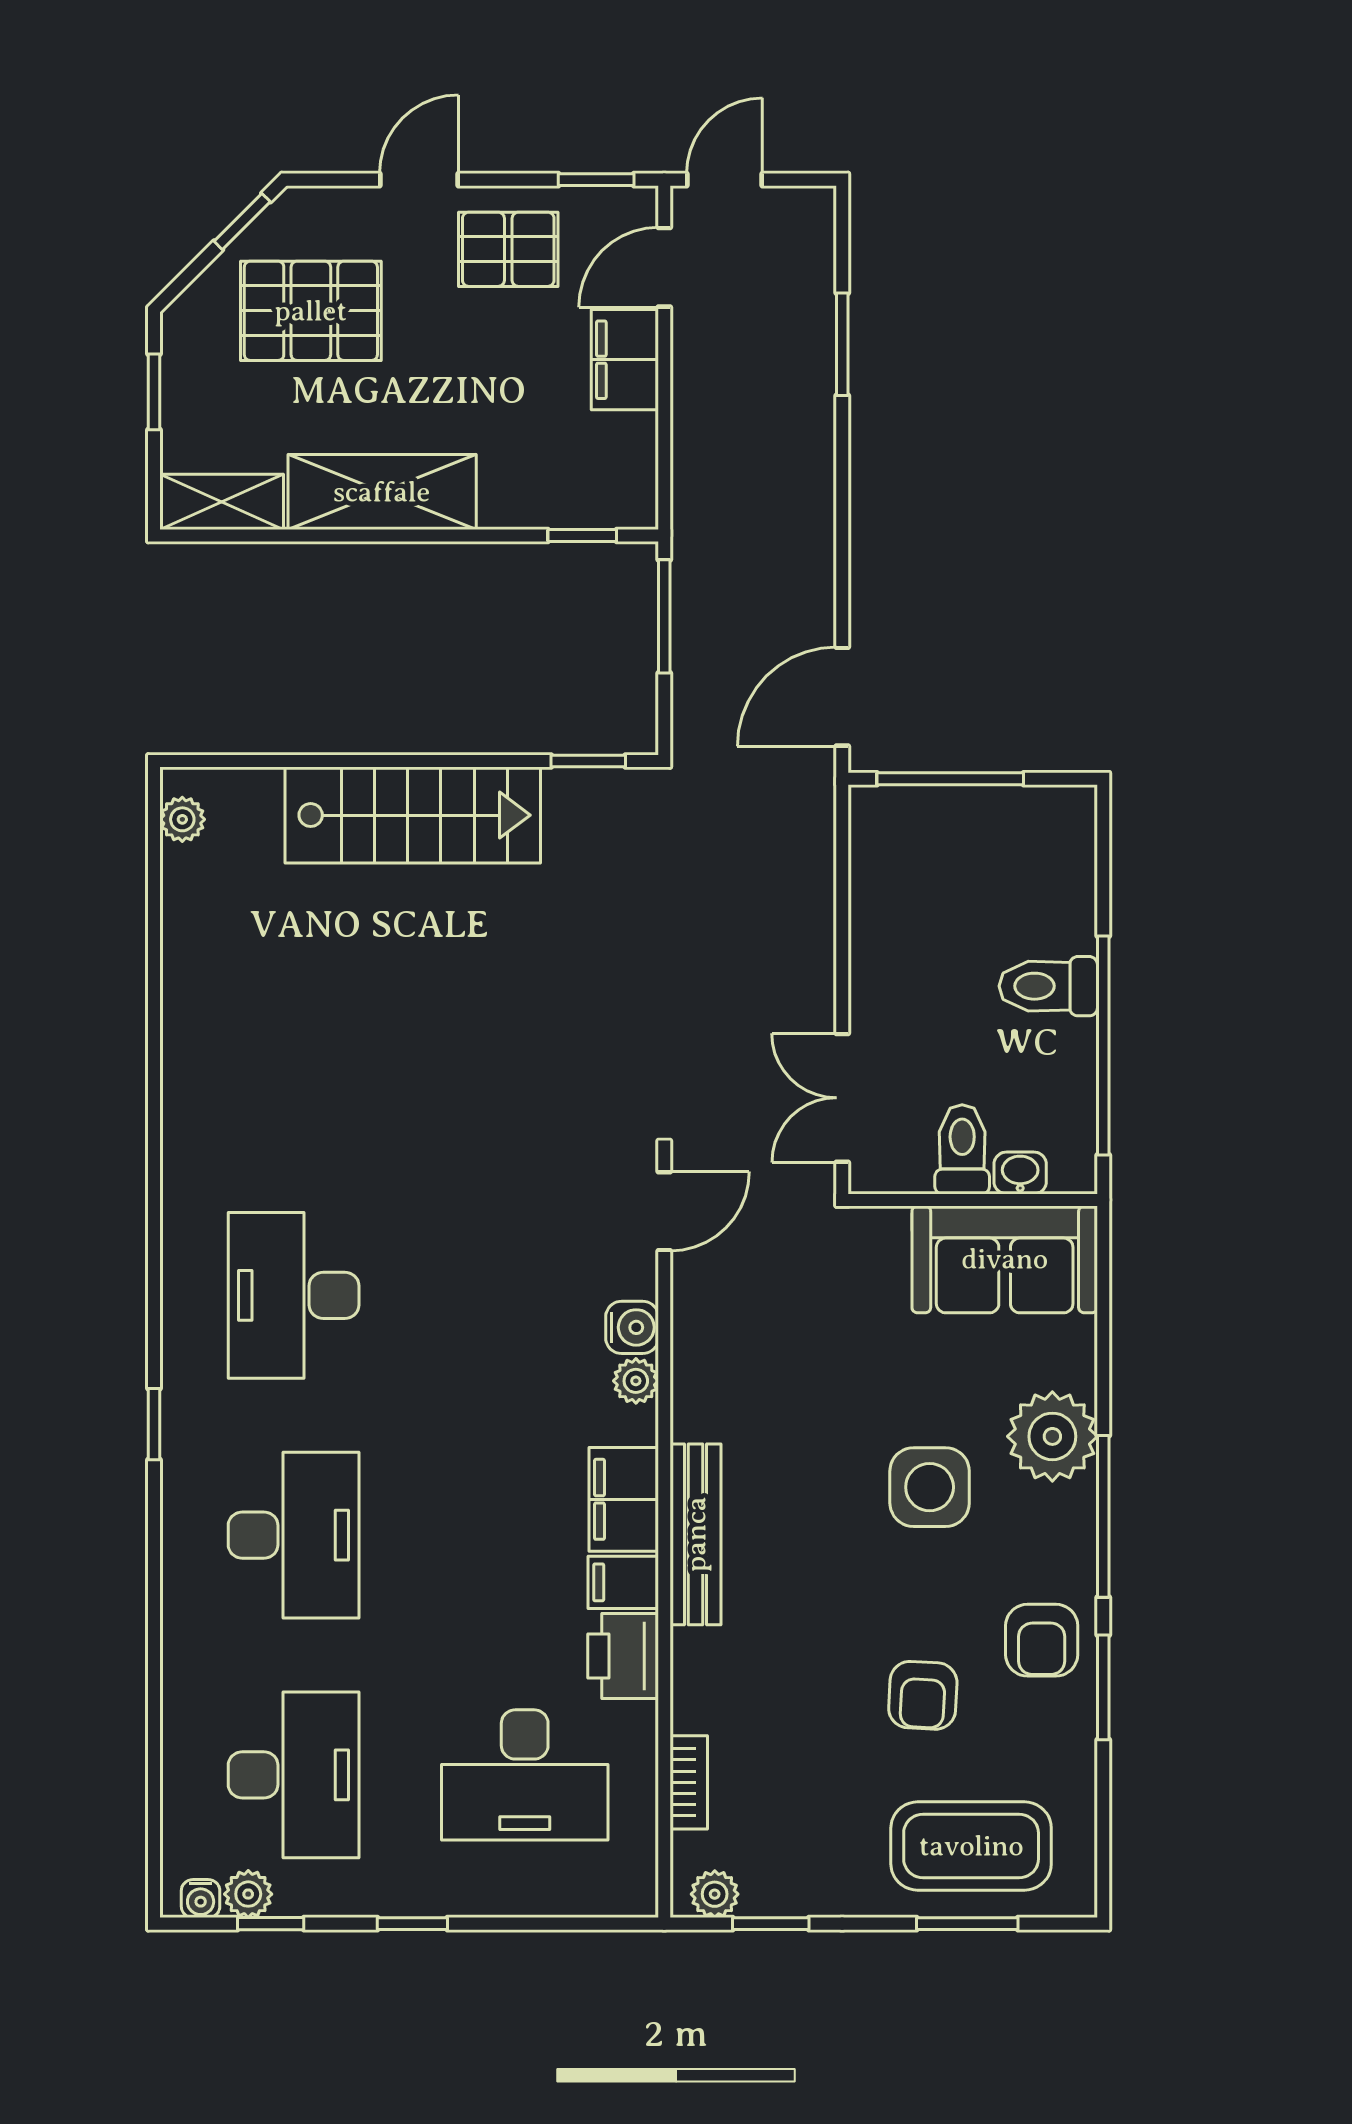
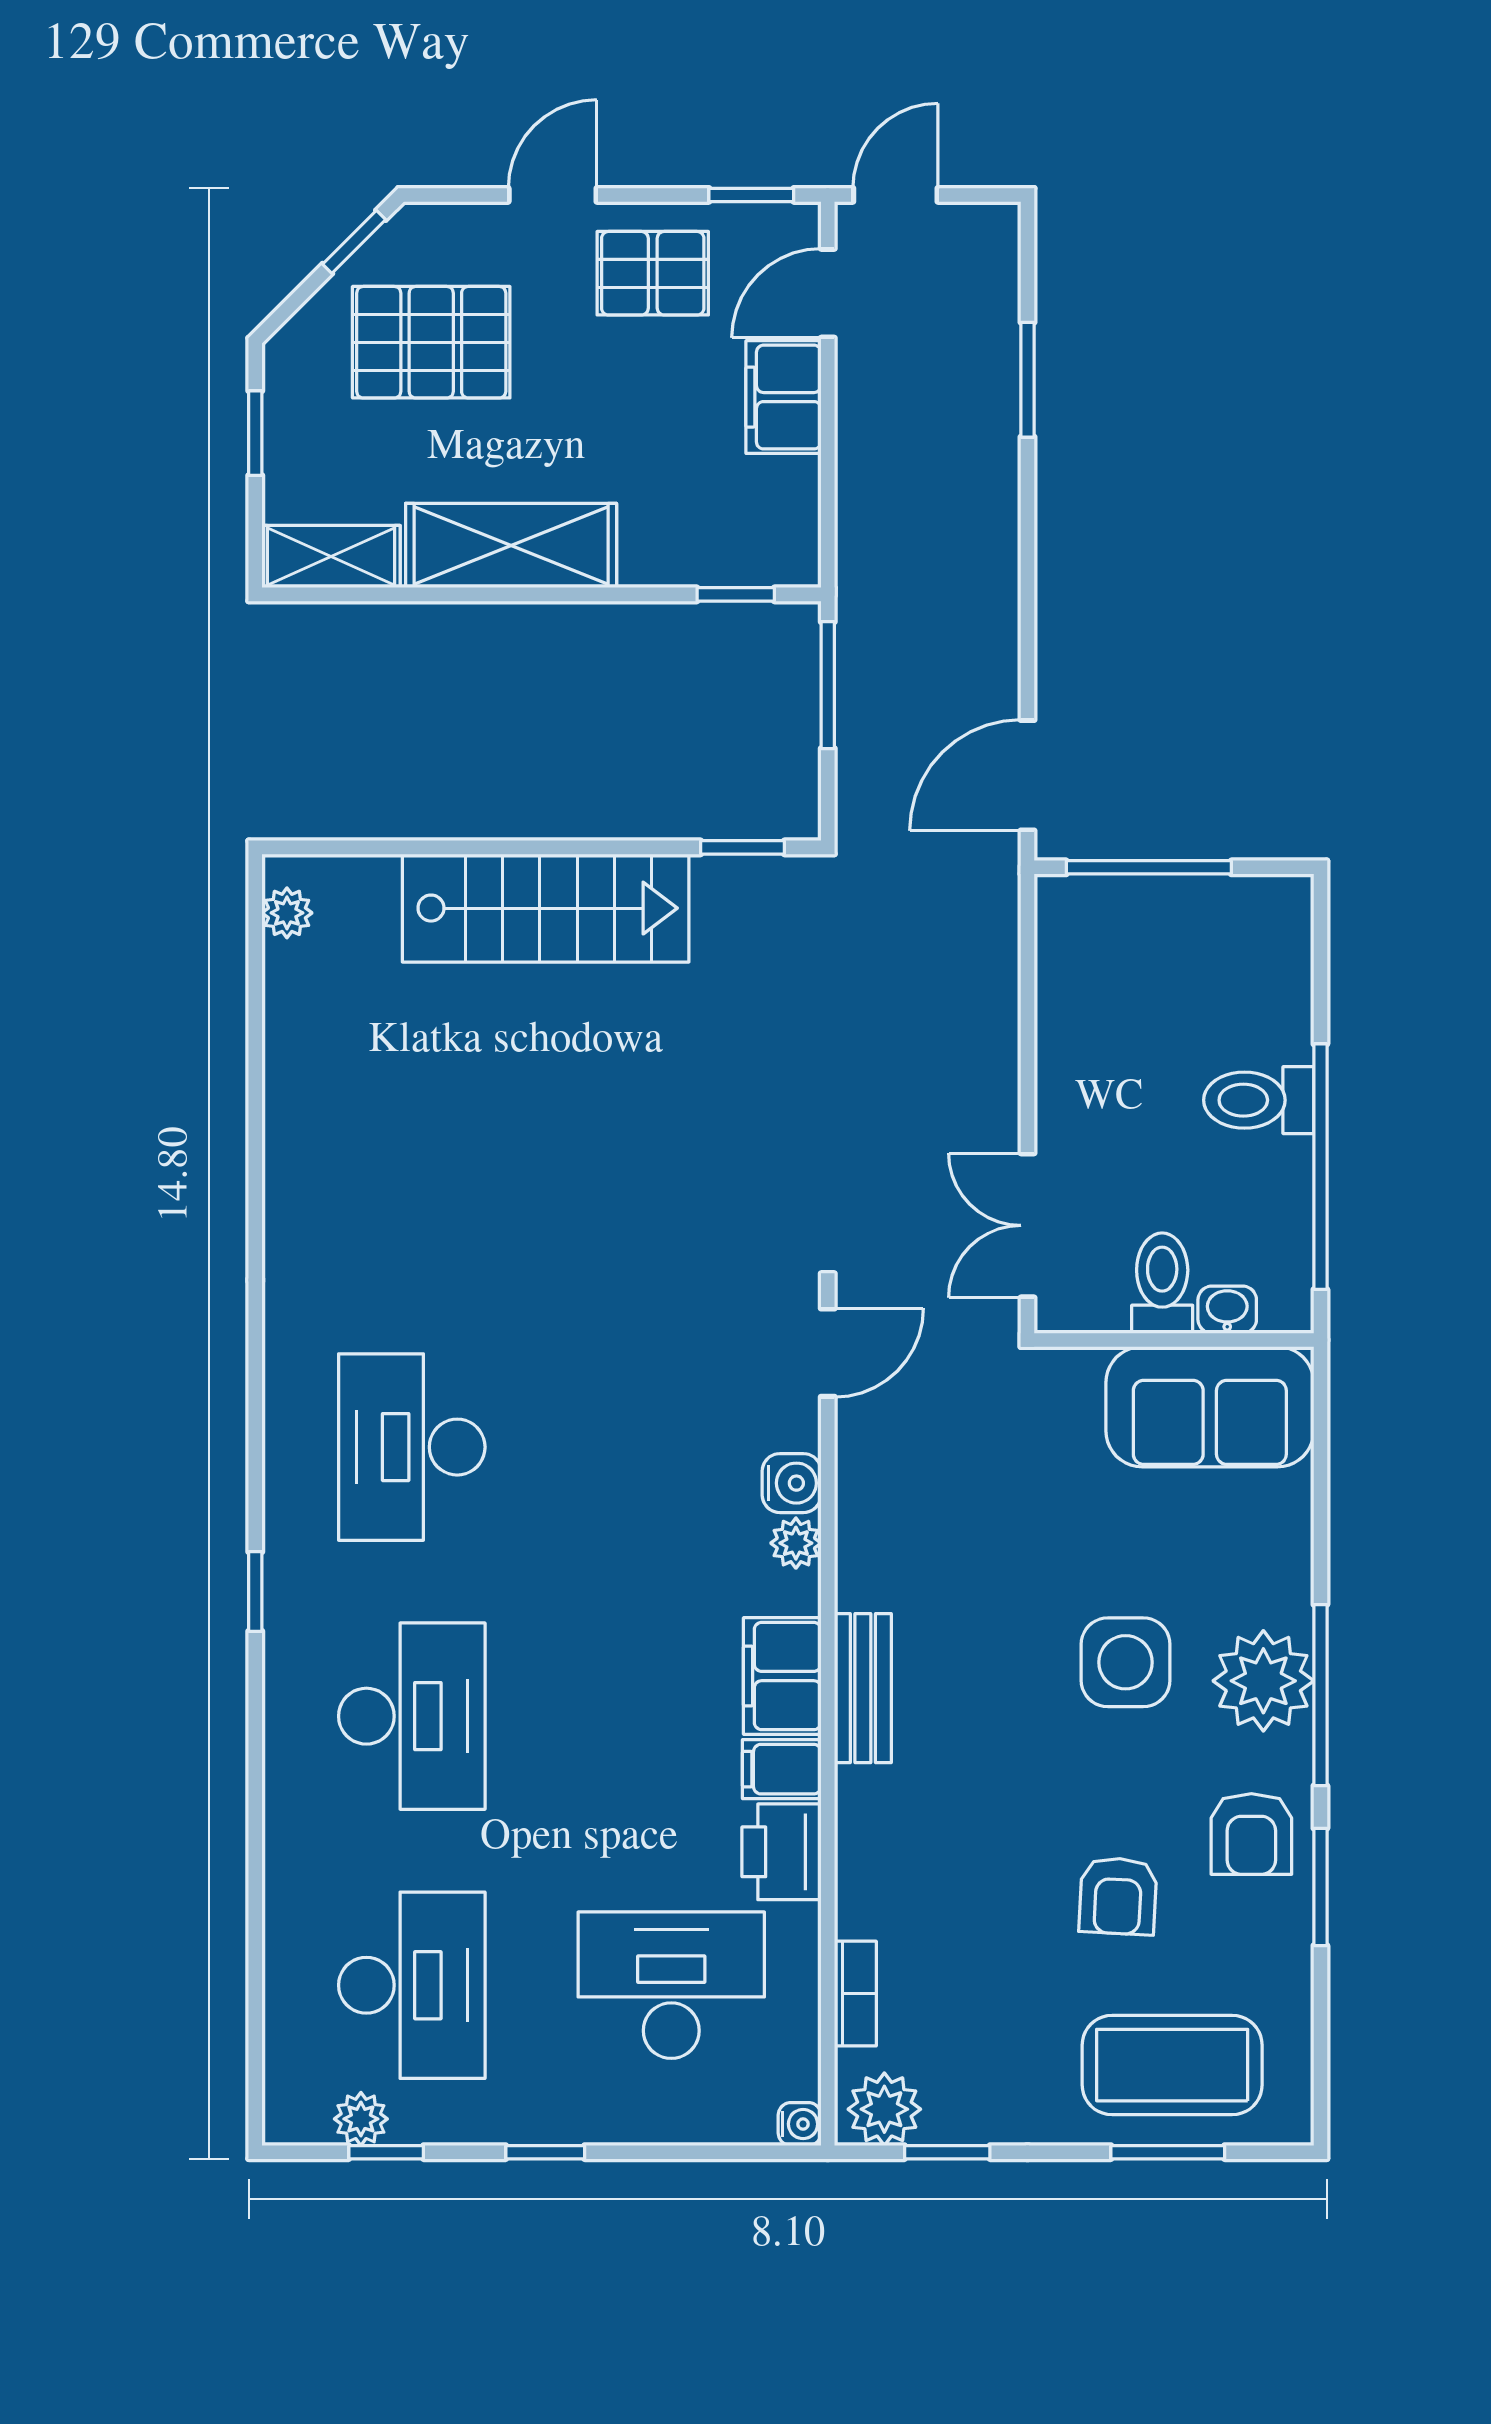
plant: (1052, 1436) -> (1263, 1681), moved
bench: (696, 1534) -> (863, 1688), width x0.73
desk: (525, 1775) -> (671, 1985), turned 180
plant: (715, 1894) -> (884, 2109), width x1.38, depth x1.38
water cooler: (201, 1899) -> (800, 2124), moved, turned -90

